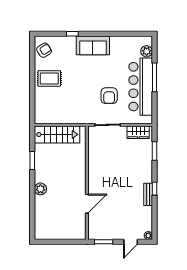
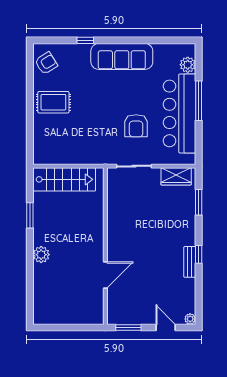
sofa: (93, 45) -> (122, 56), width x1.36
door: (131, 242) -> (166, 328), swing flipped

